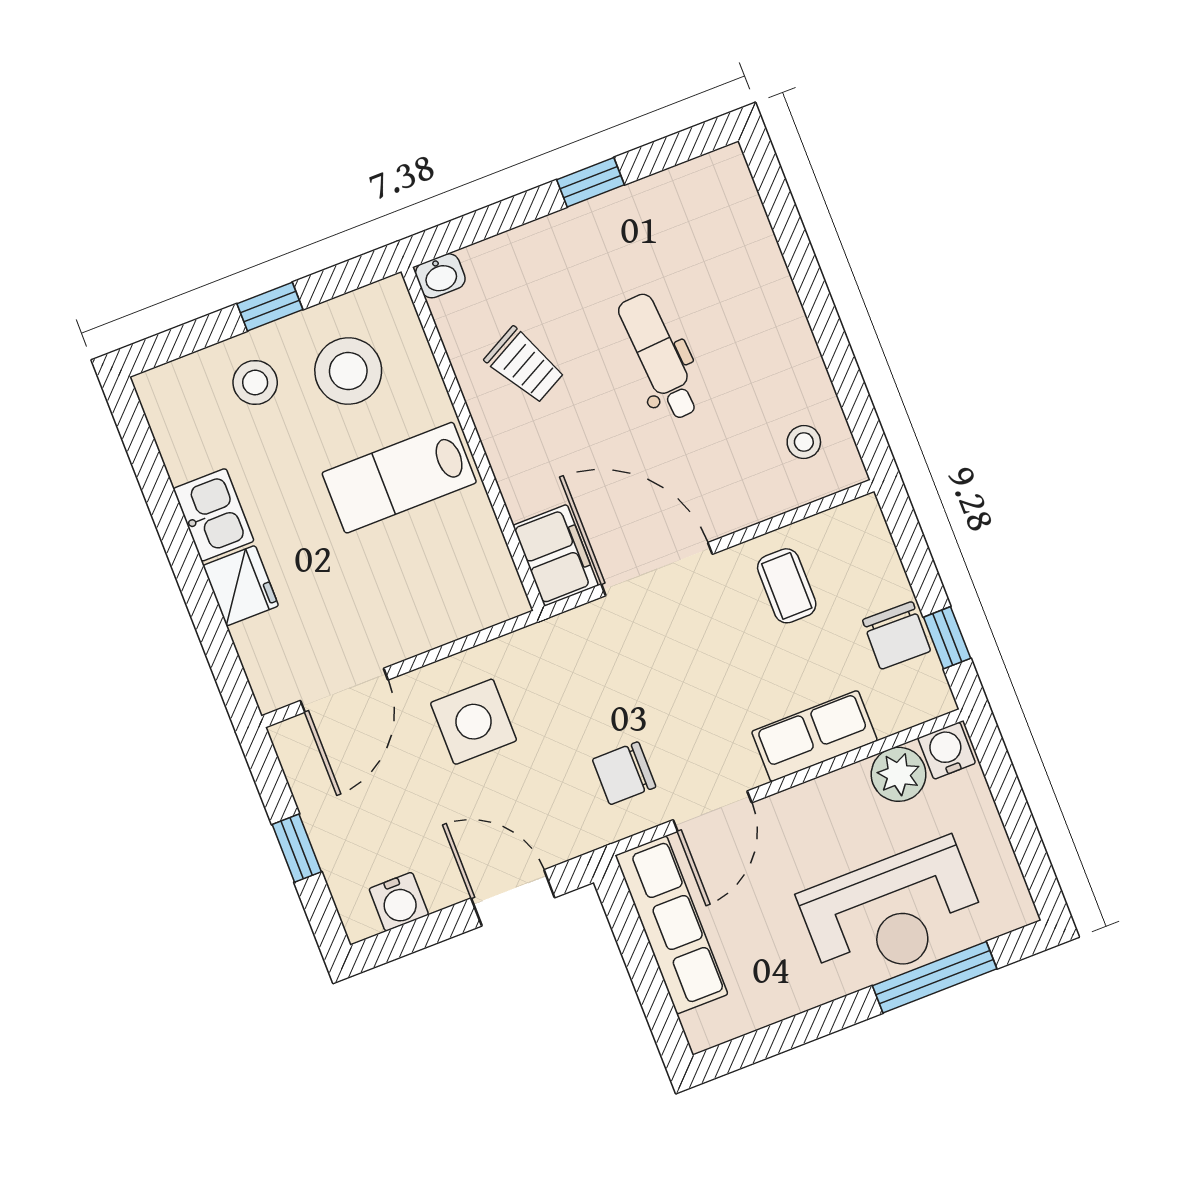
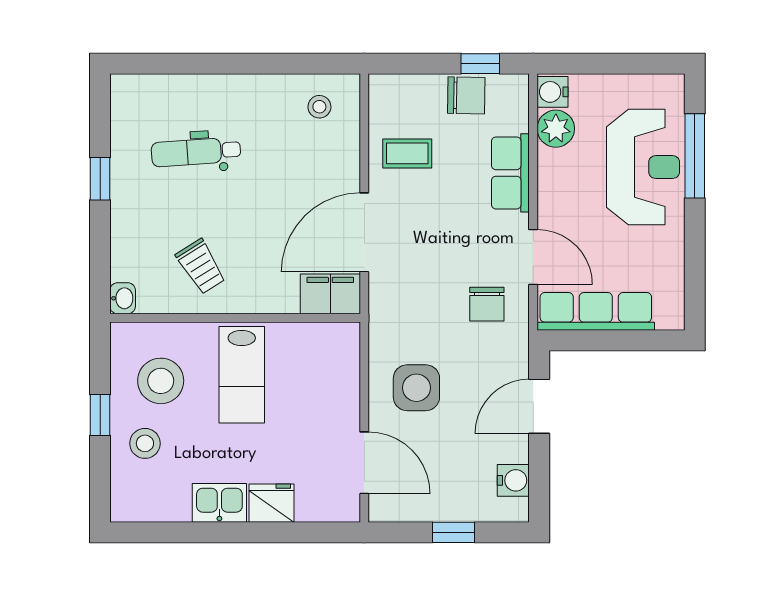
dental chair: (659, 357) -> (196, 152), moved
trolley: (525, 365) -> (201, 266), turned 86

